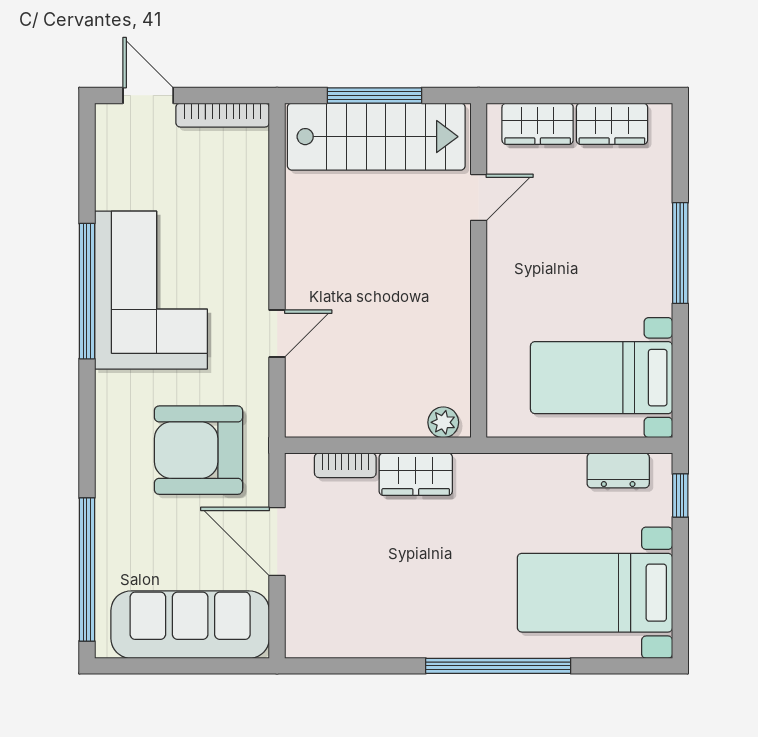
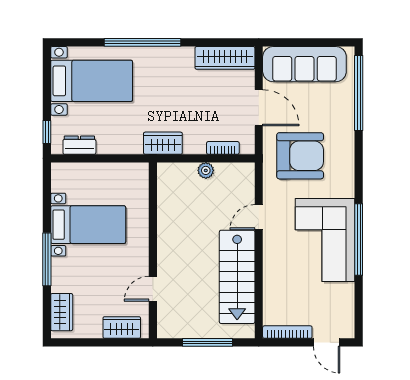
wardrobe: (612, 124) -> (62, 312), moved, turned 90
stairs: (376, 137) -> (237, 277), moved, turned -90
bed with nightstands: (602, 378) -> (88, 225), moved
plant: (443, 422) -> (206, 170), moved
wardrobe: (416, 474) -> (163, 143), moved
wardrobe: (341, 636) -> (225, 58), added

